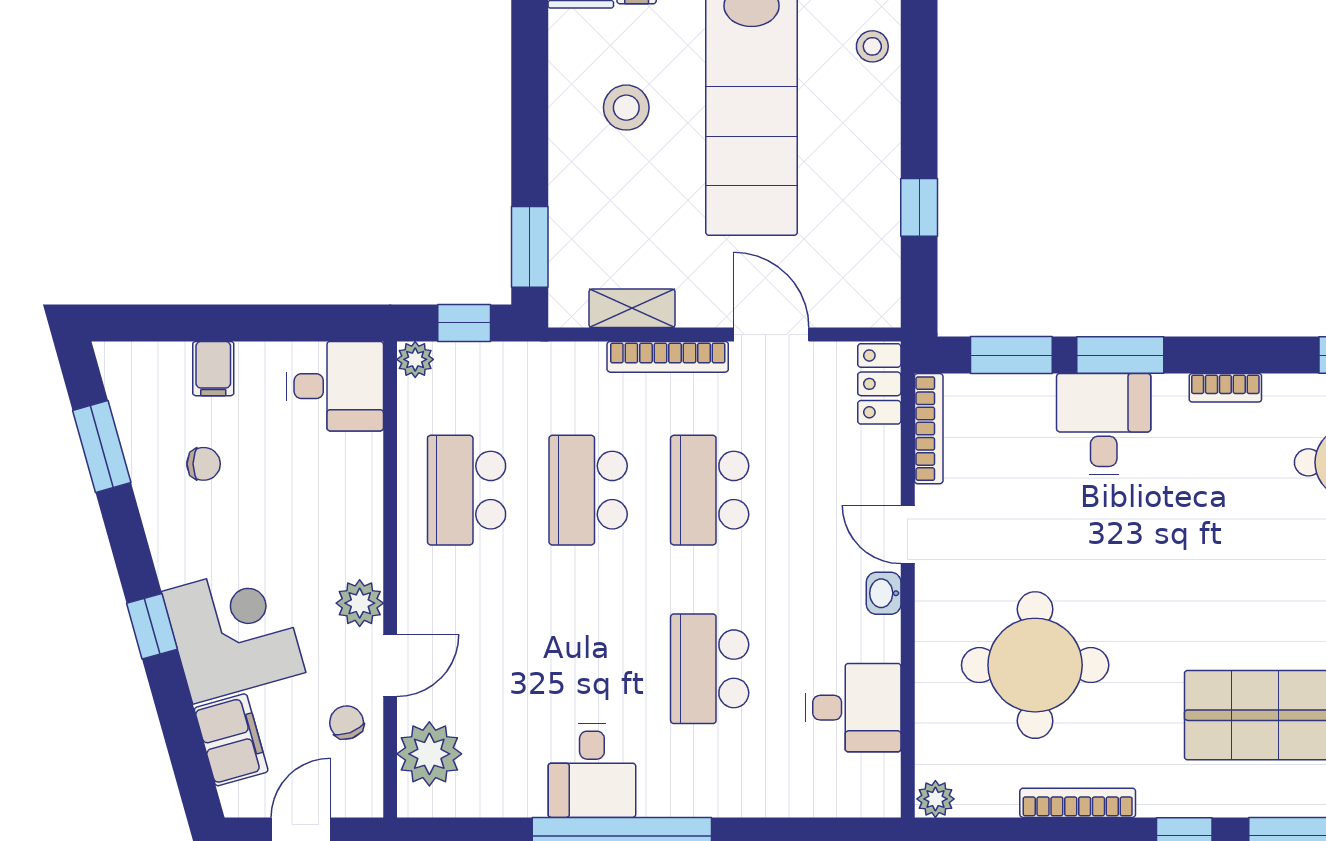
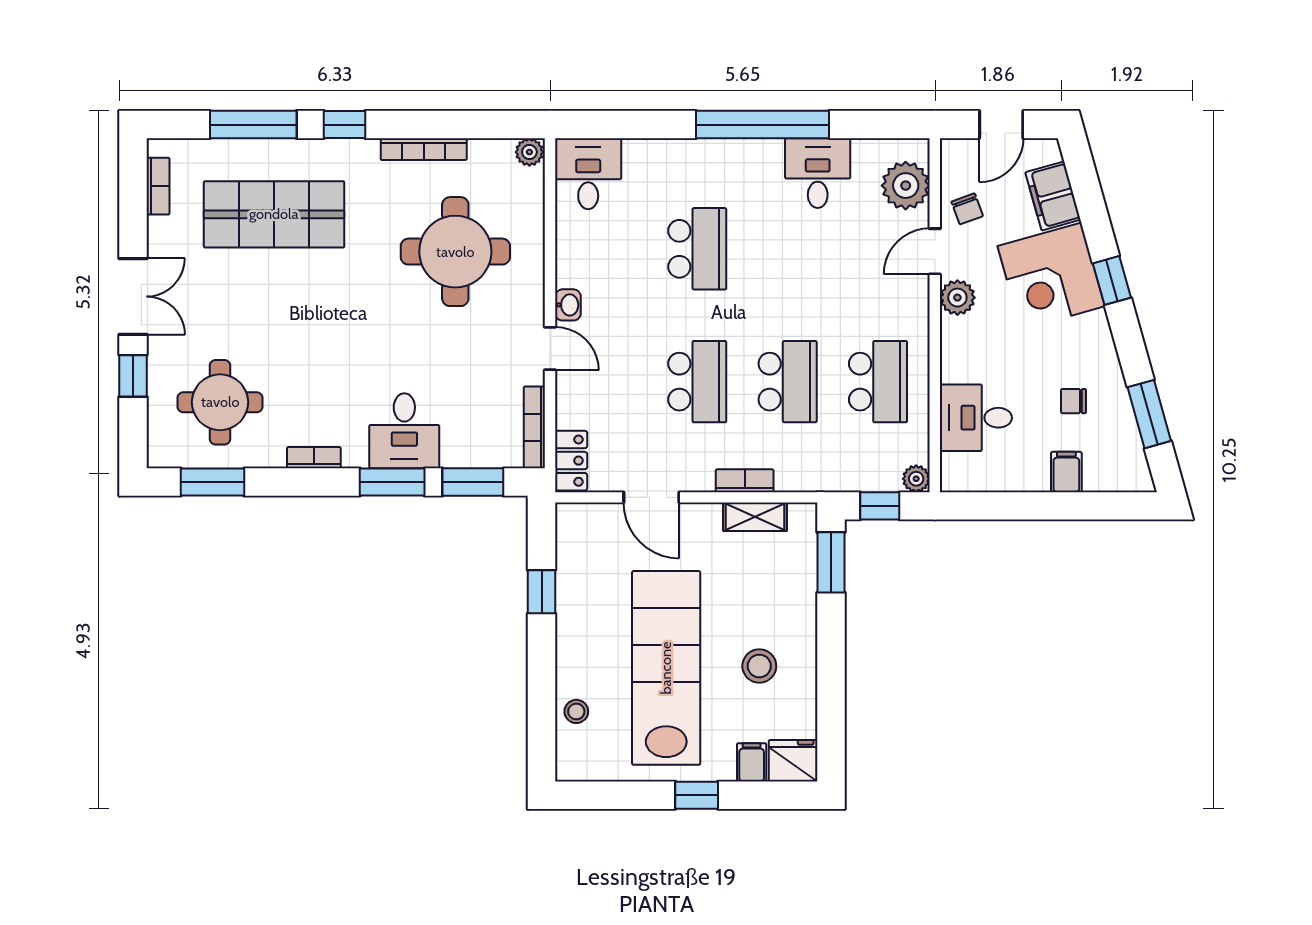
bookcase: (668, 357) -> (745, 481), width x0.64
desk: (335, 386) -> (976, 418), moved
desk: (853, 708) -> (588, 174), moved, turned 90
desk: (592, 771) -> (818, 173), moved

